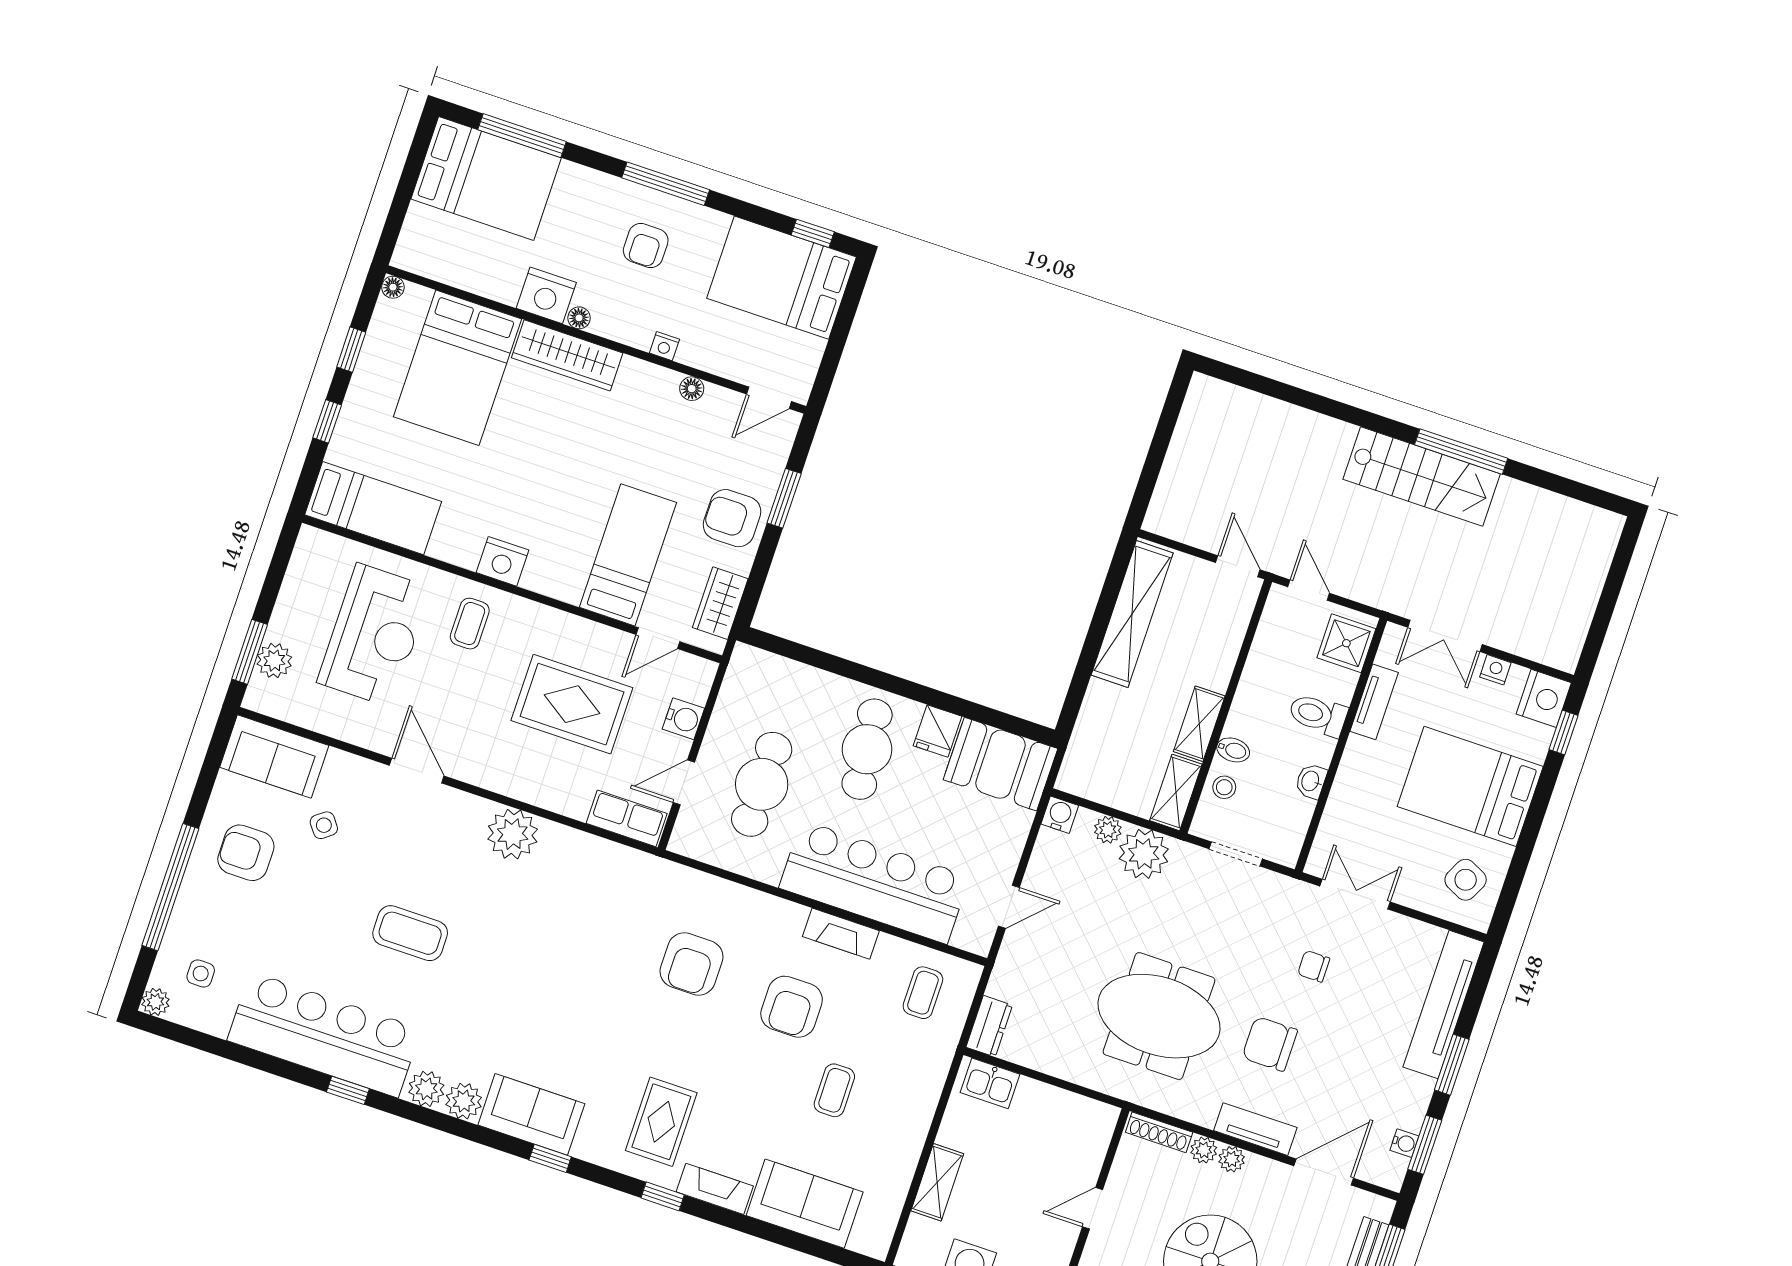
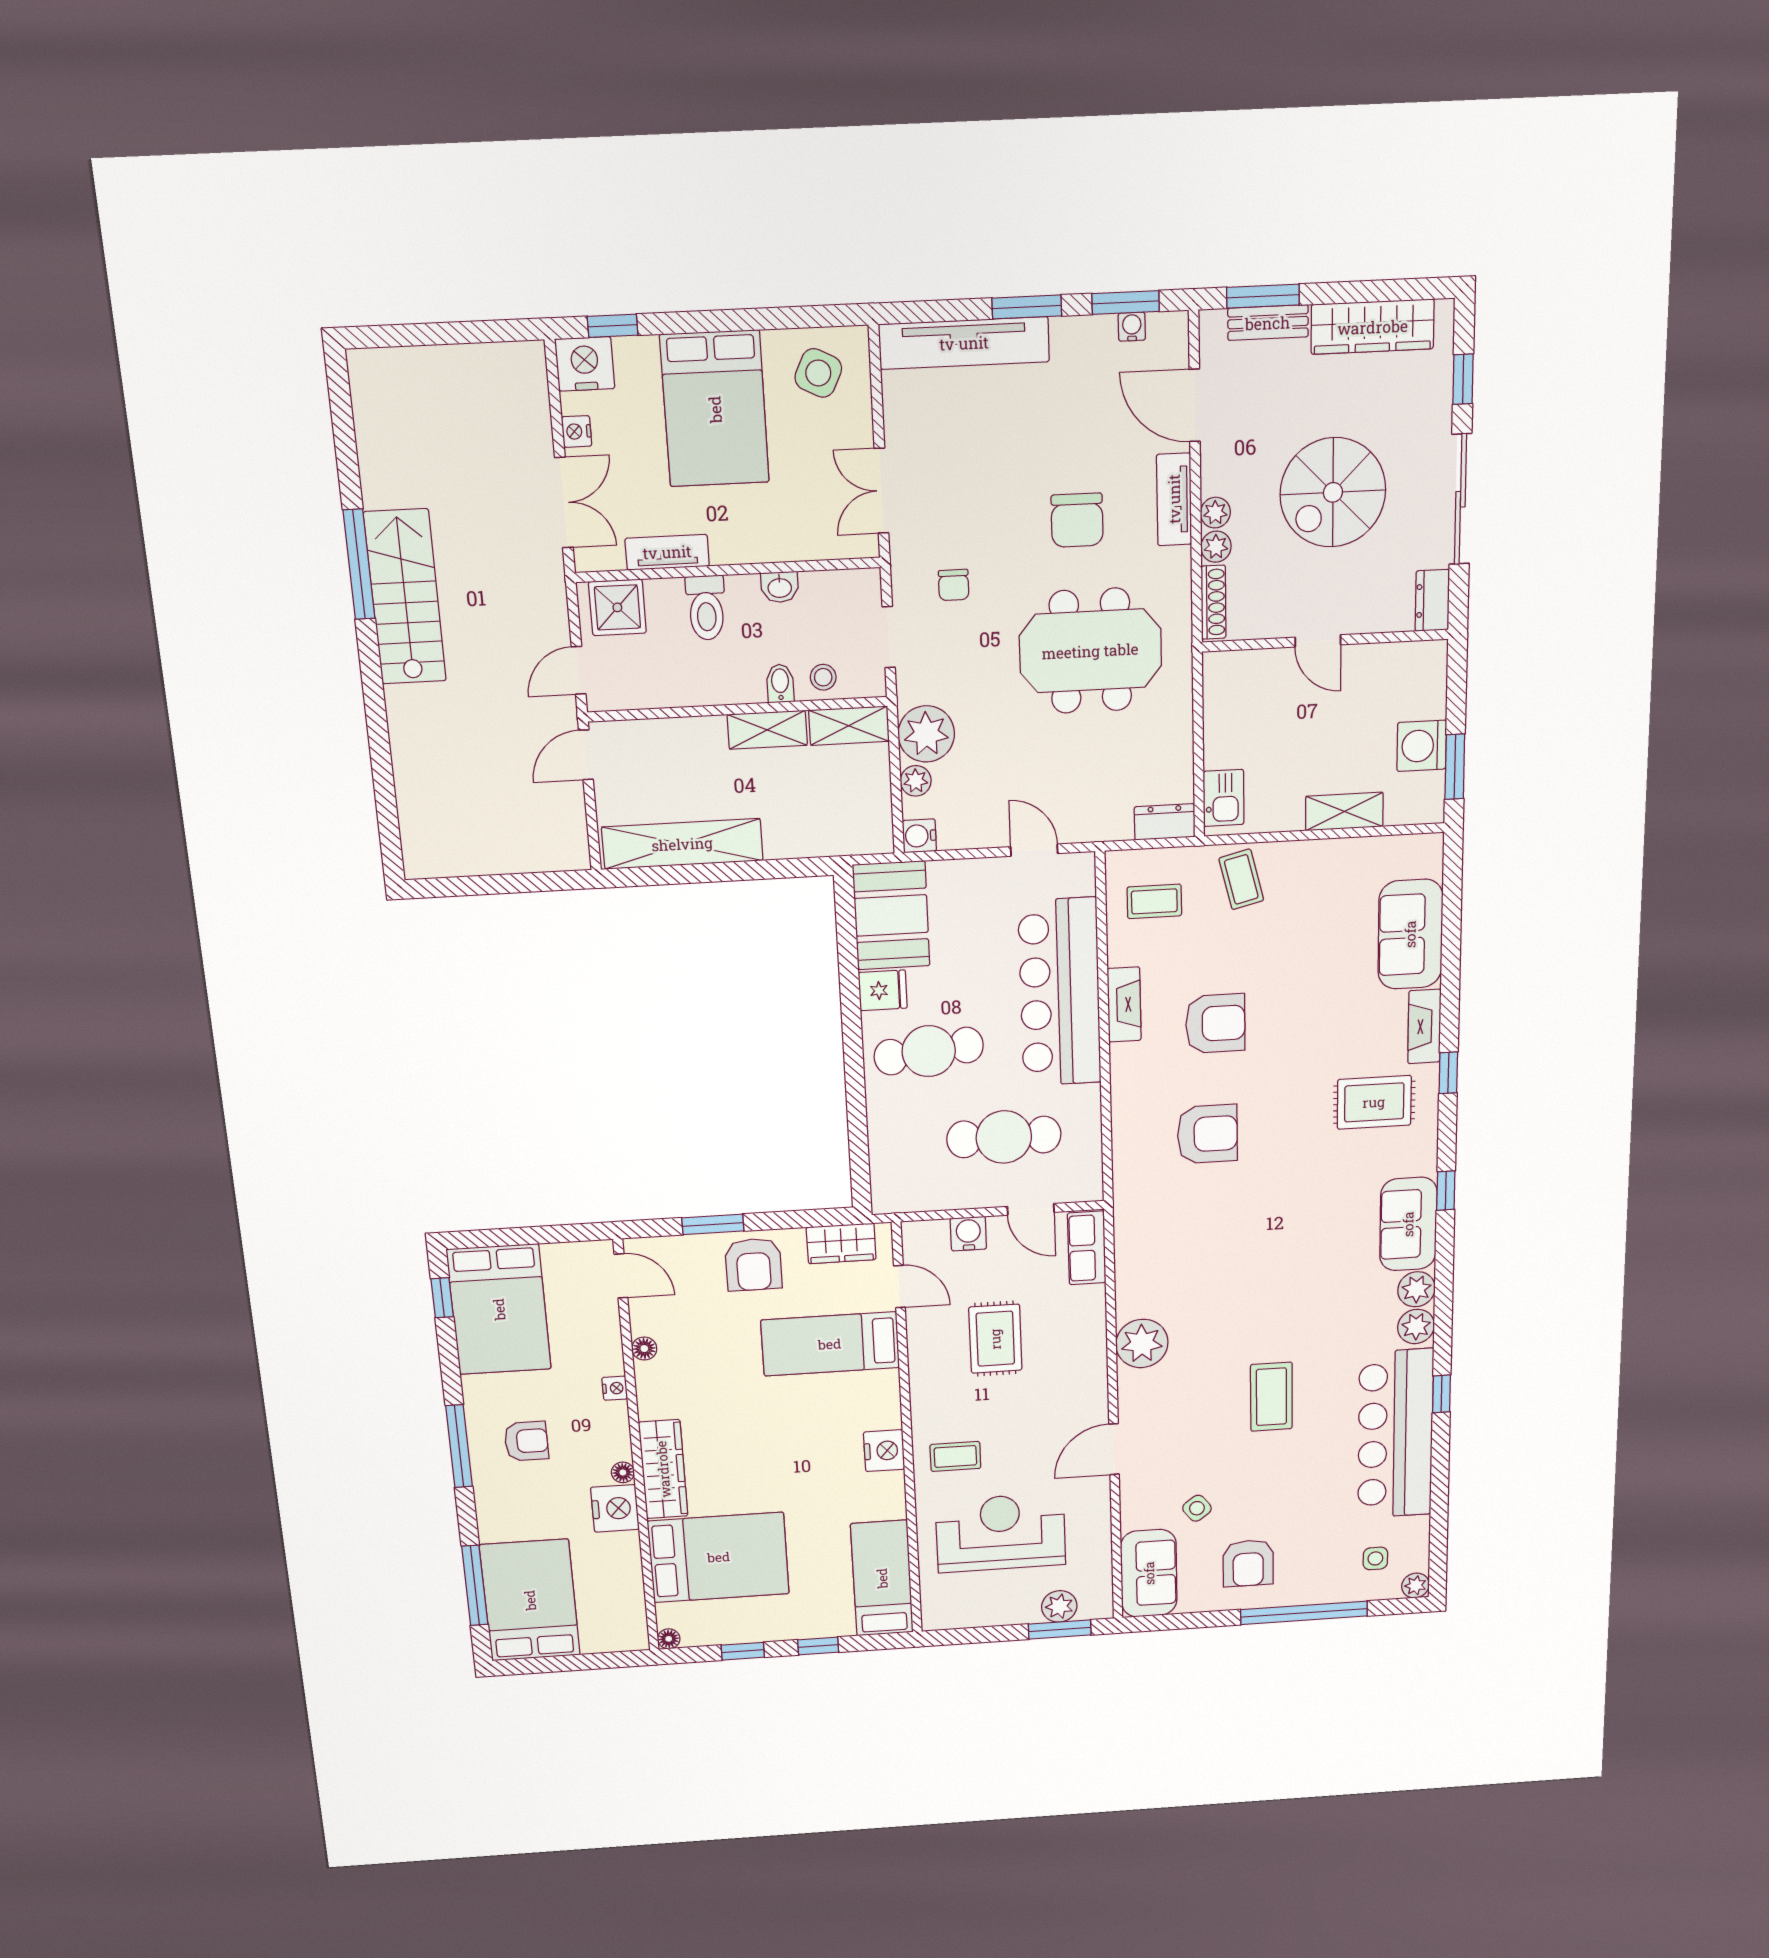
rug: (572, 704) -> (995, 1339), width x0.73, depth x0.70
chair: (1314, 966) -> (954, 585), moved
meeting table: (1159, 1016) -> (1090, 651), turned 90
coffee table: (834, 1090) -> (1241, 879), moved, turned 76

